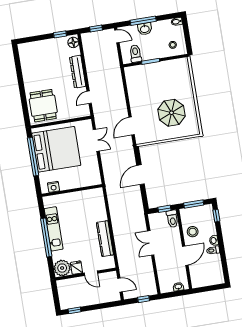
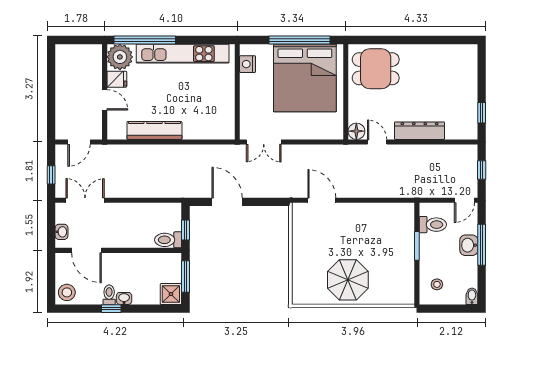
floor lamp: (73, 42) -> (356, 131), moved
parasol: (171, 113) -> (348, 280), moved
double door: (96, 140) -> (264, 142), moved
door: (141, 175) -> (227, 202), moved
shower: (206, 211) -> (171, 294), added
window: (216, 216) -> (111, 309), moved
kitchen unit: (54, 229) -> (183, 54), width x1.36
stool: (193, 232) -> (67, 292), moved
window: (46, 237) -> (145, 40), moved
double door: (151, 243) -> (85, 200), moved
door: (185, 256) -> (86, 250), moved
door: (91, 273) -> (105, 100), swing flipped
window: (75, 310) -> (51, 65), removed

